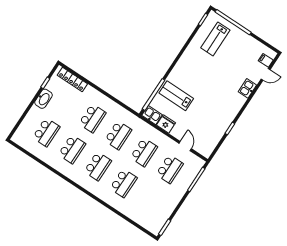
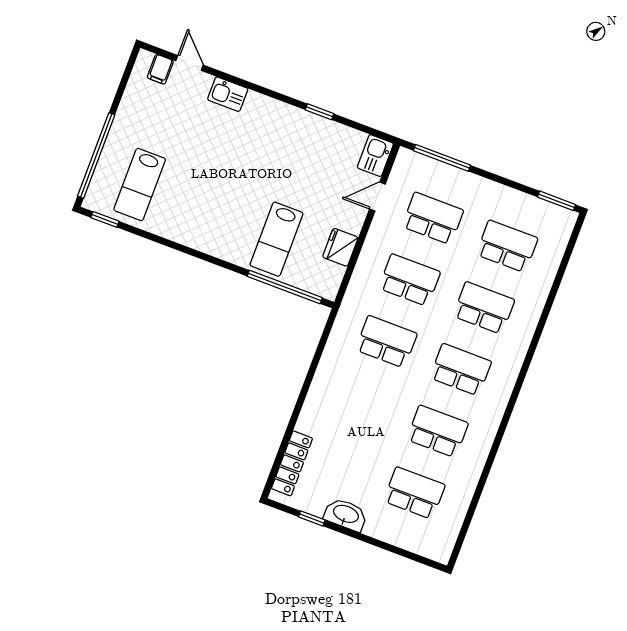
lab bench: (215, 39) -> (140, 184), turned 90
kitchen sink: (152, 115) -> (375, 156), moved
school desk: (92, 118) -> (507, 246), moved

